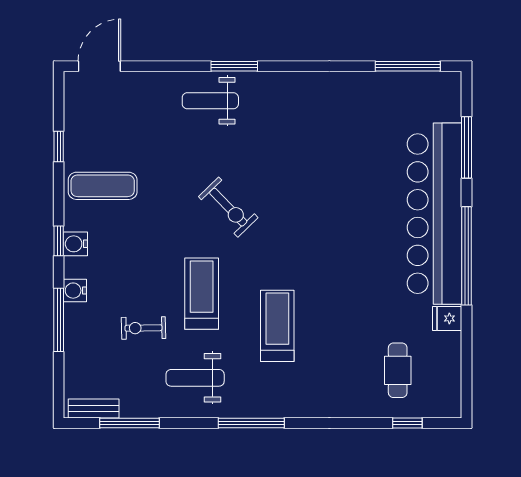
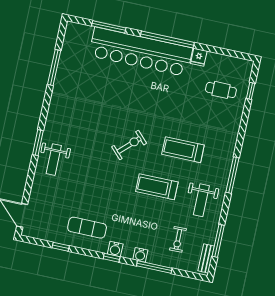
window: (408, 66) -> (54, 67), moved
exercise mat: (103, 186) -> (87, 228), turned 90
exercise bike: (228, 207) -> (129, 145), moved
exercise bike: (143, 328) -> (178, 239), moved

